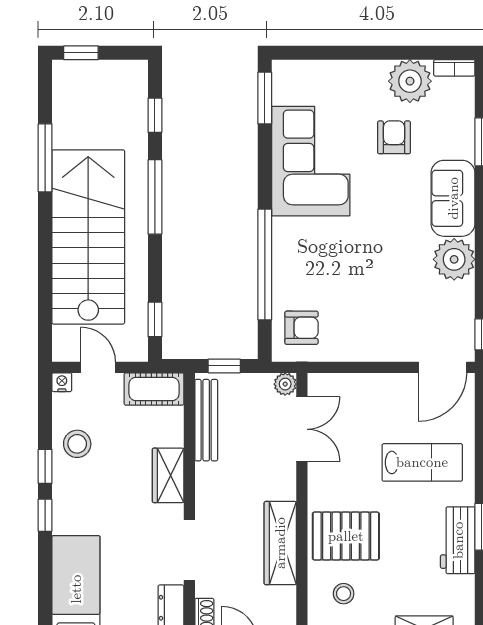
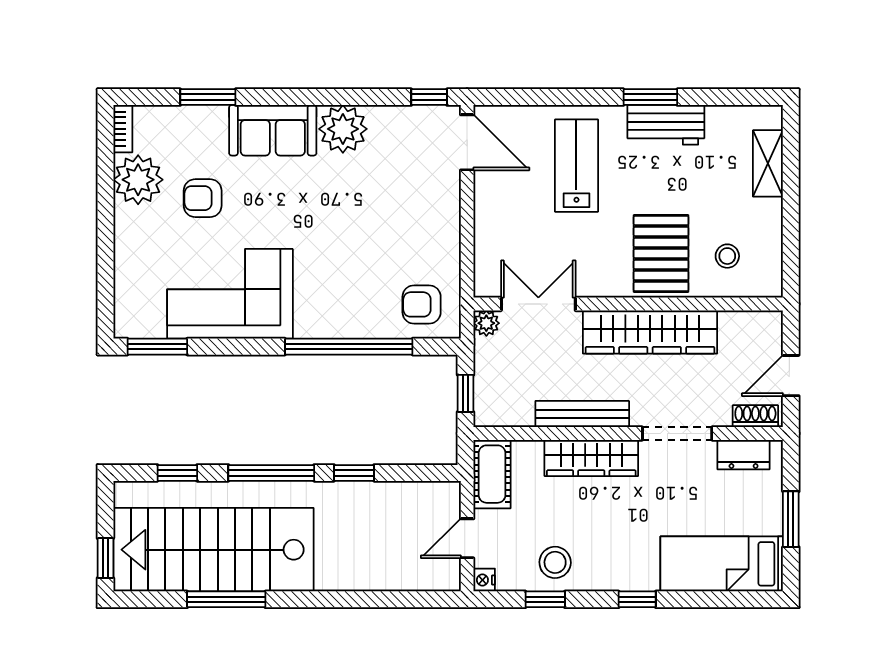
stairs: (88, 237) -> (213, 550), moved
window: (155, 319) -> (354, 473), moved
armchair: (301, 328) -> (422, 304), turned -90
bench: (206, 420) -> (582, 414), moved
window: (45, 466) -> (545, 599), moved
wardrobe: (168, 475) -> (591, 458), width x1.50
wardrobe: (280, 543) -> (650, 332), width x1.40, depth x1.17

